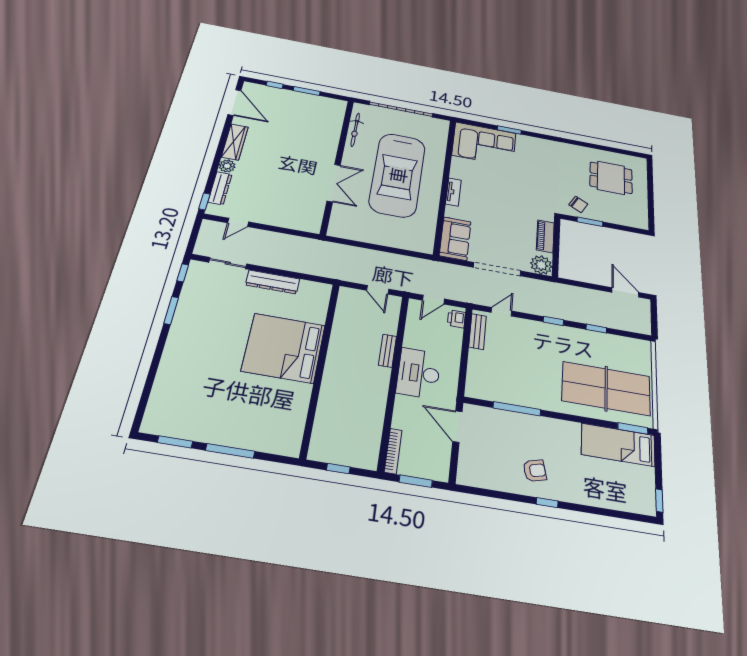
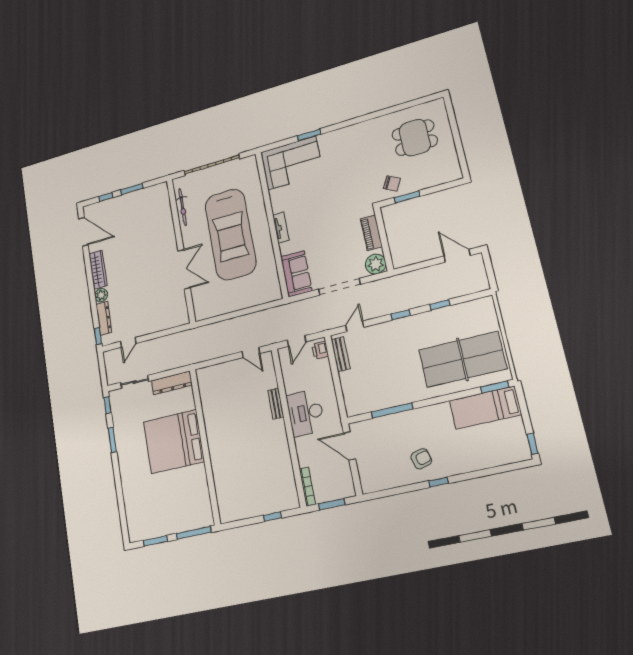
bed: (284, 348) -> (174, 442), moved
wall: (320, 367) -> (205, 446), moved

